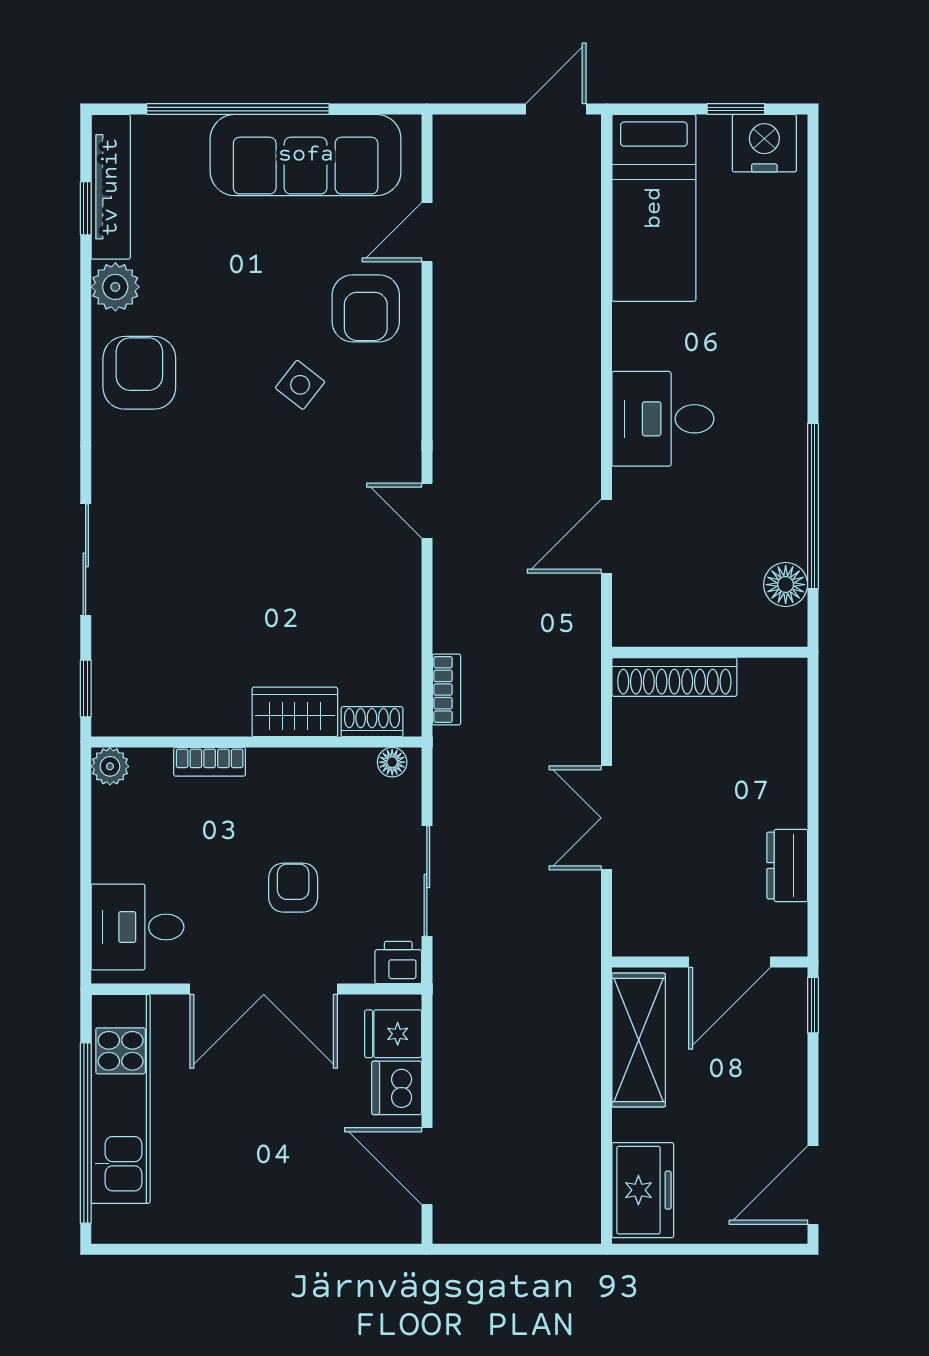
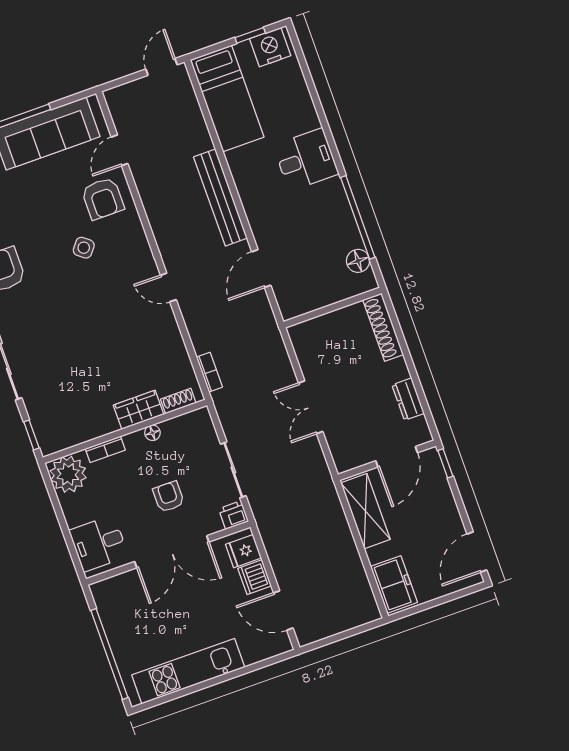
bench: (579, 382) -> (220, 198), added
desk: (663, 419) -> (306, 160), moved, turned 180
shoe rack: (674, 677) -> (383, 327), moved, turned 90
floor lamp: (392, 762) -> (152, 433), moved
plant: (110, 766) -> (68, 474), width x1.88, depth x1.88
kitchen unit: (121, 1099) -> (188, 671), moved, turned -90

